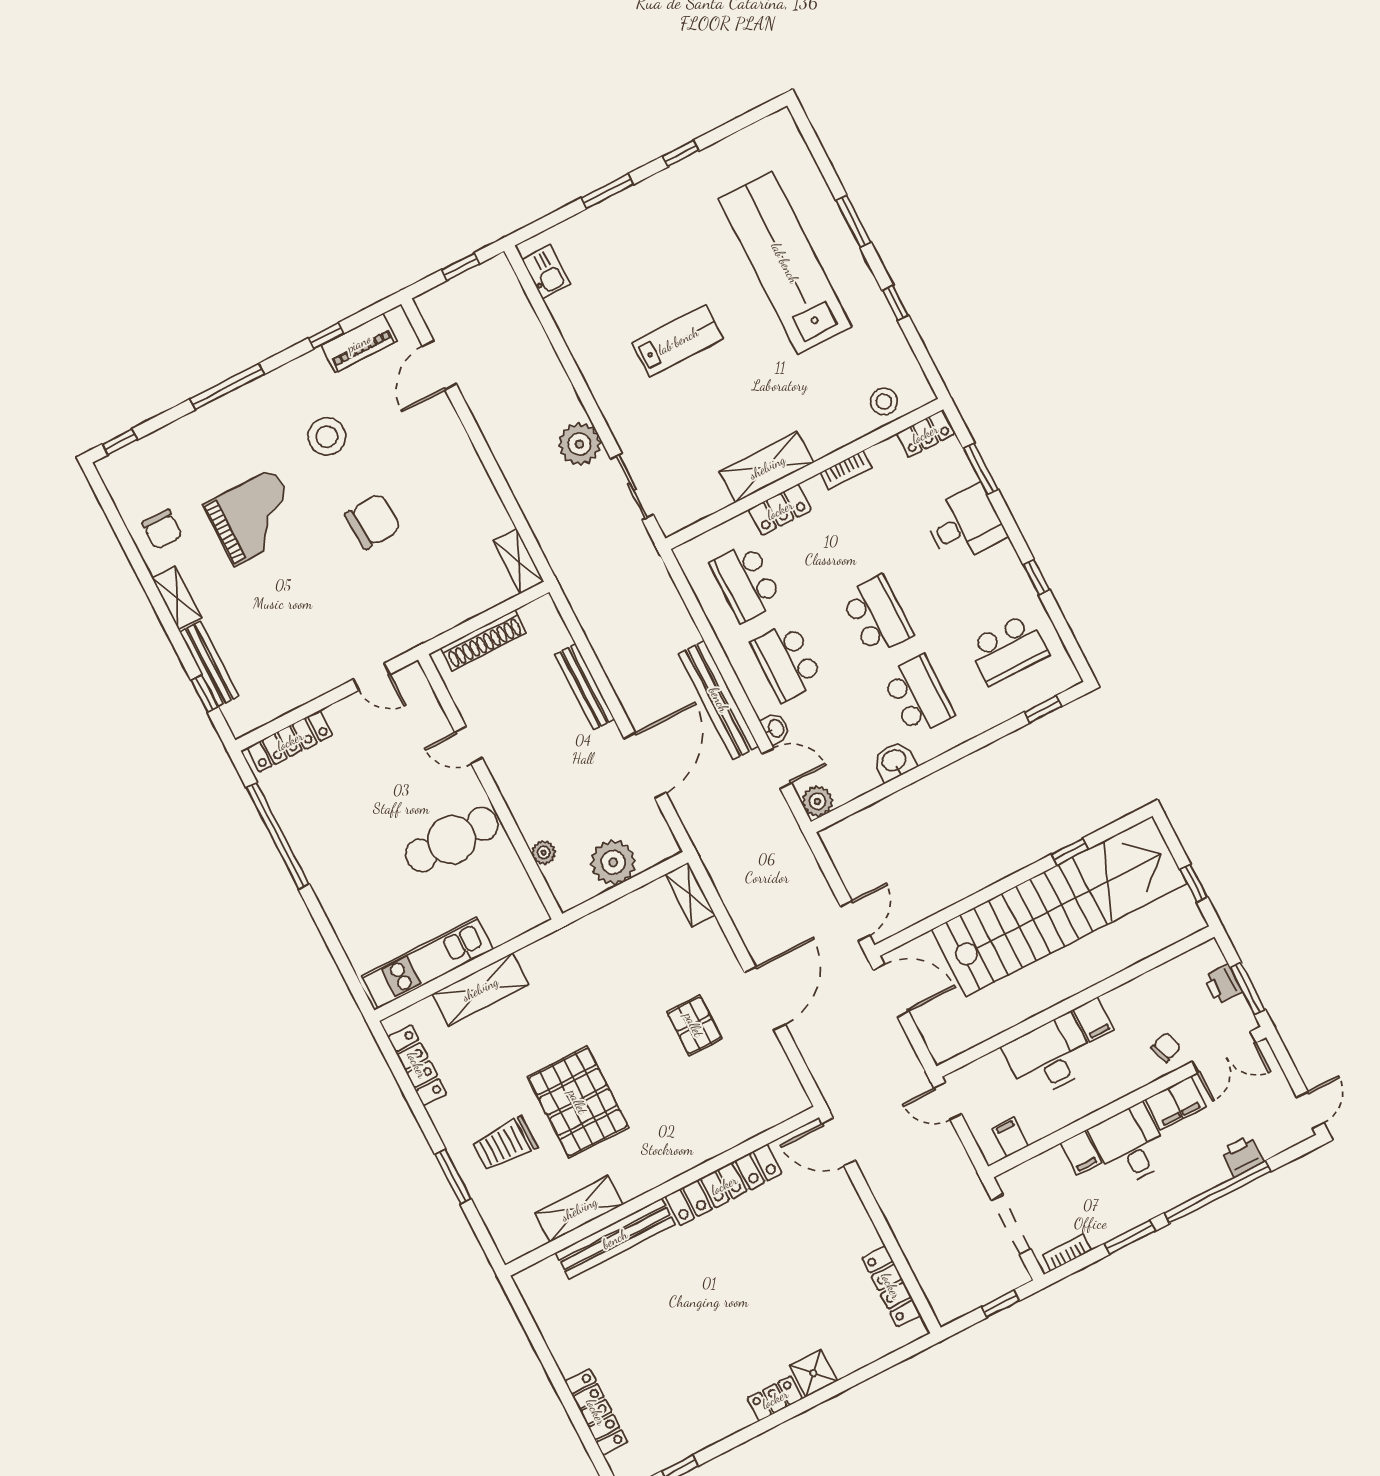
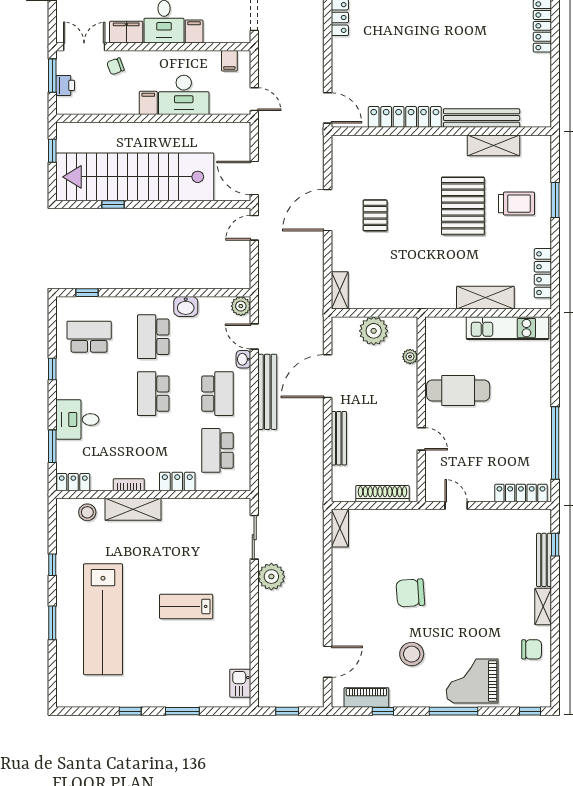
shelving: (767, 467) -> (133, 509), moved
grand piano: (254, 517) -> (472, 681), moved
chair: (162, 529) -> (532, 649), turned 90
school desk: (746, 582) -> (217, 450), turned 180

